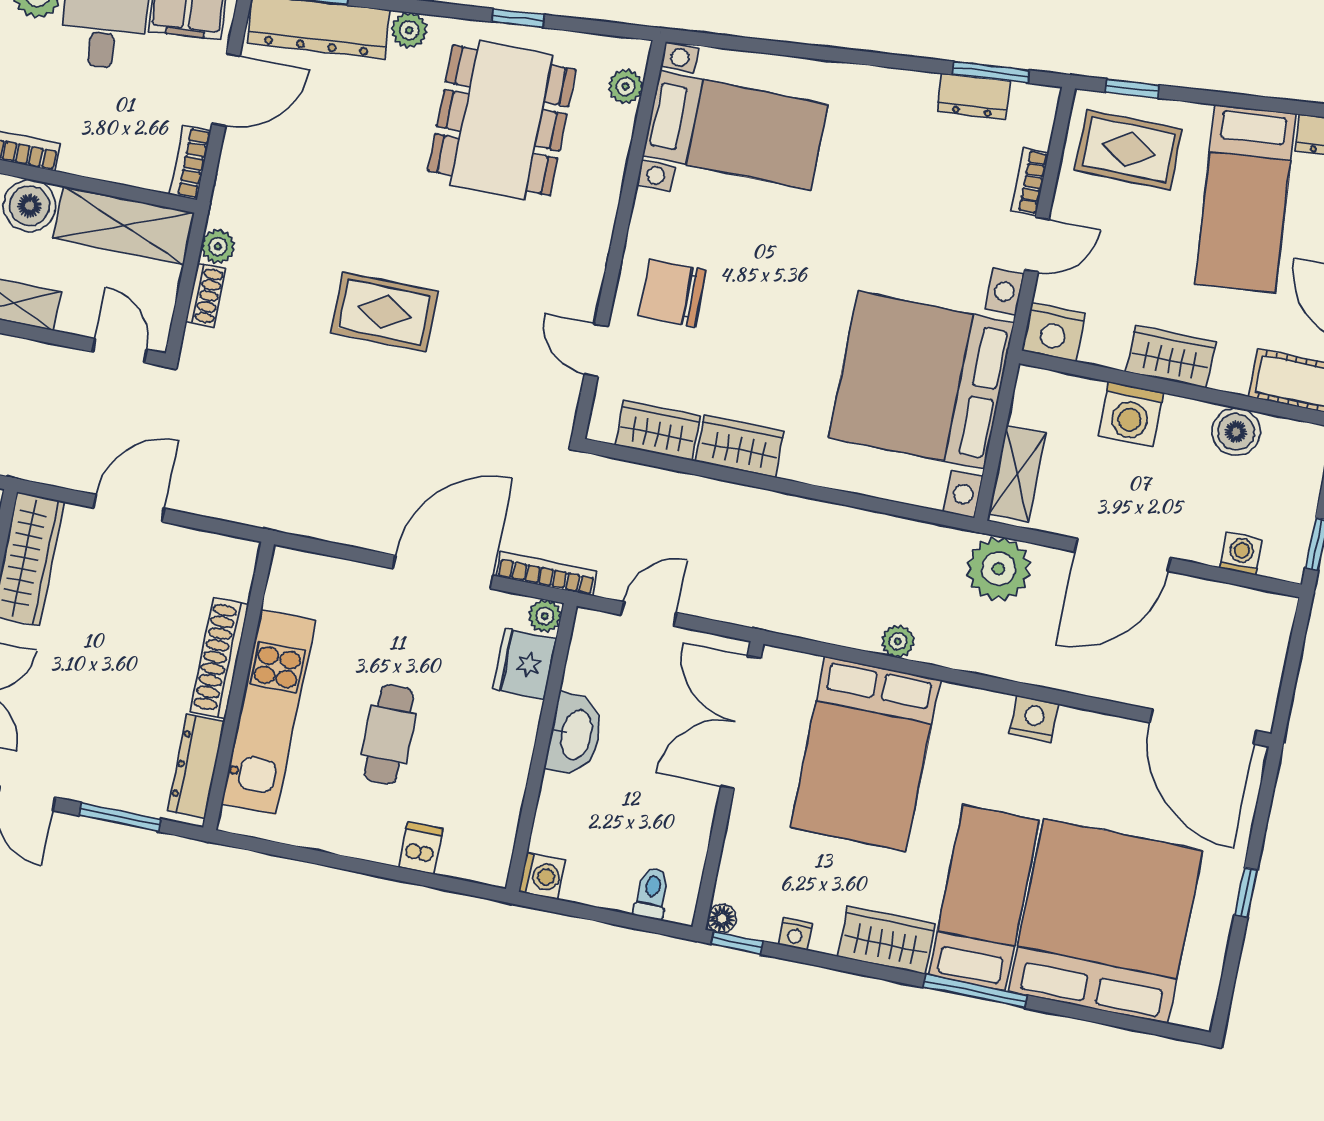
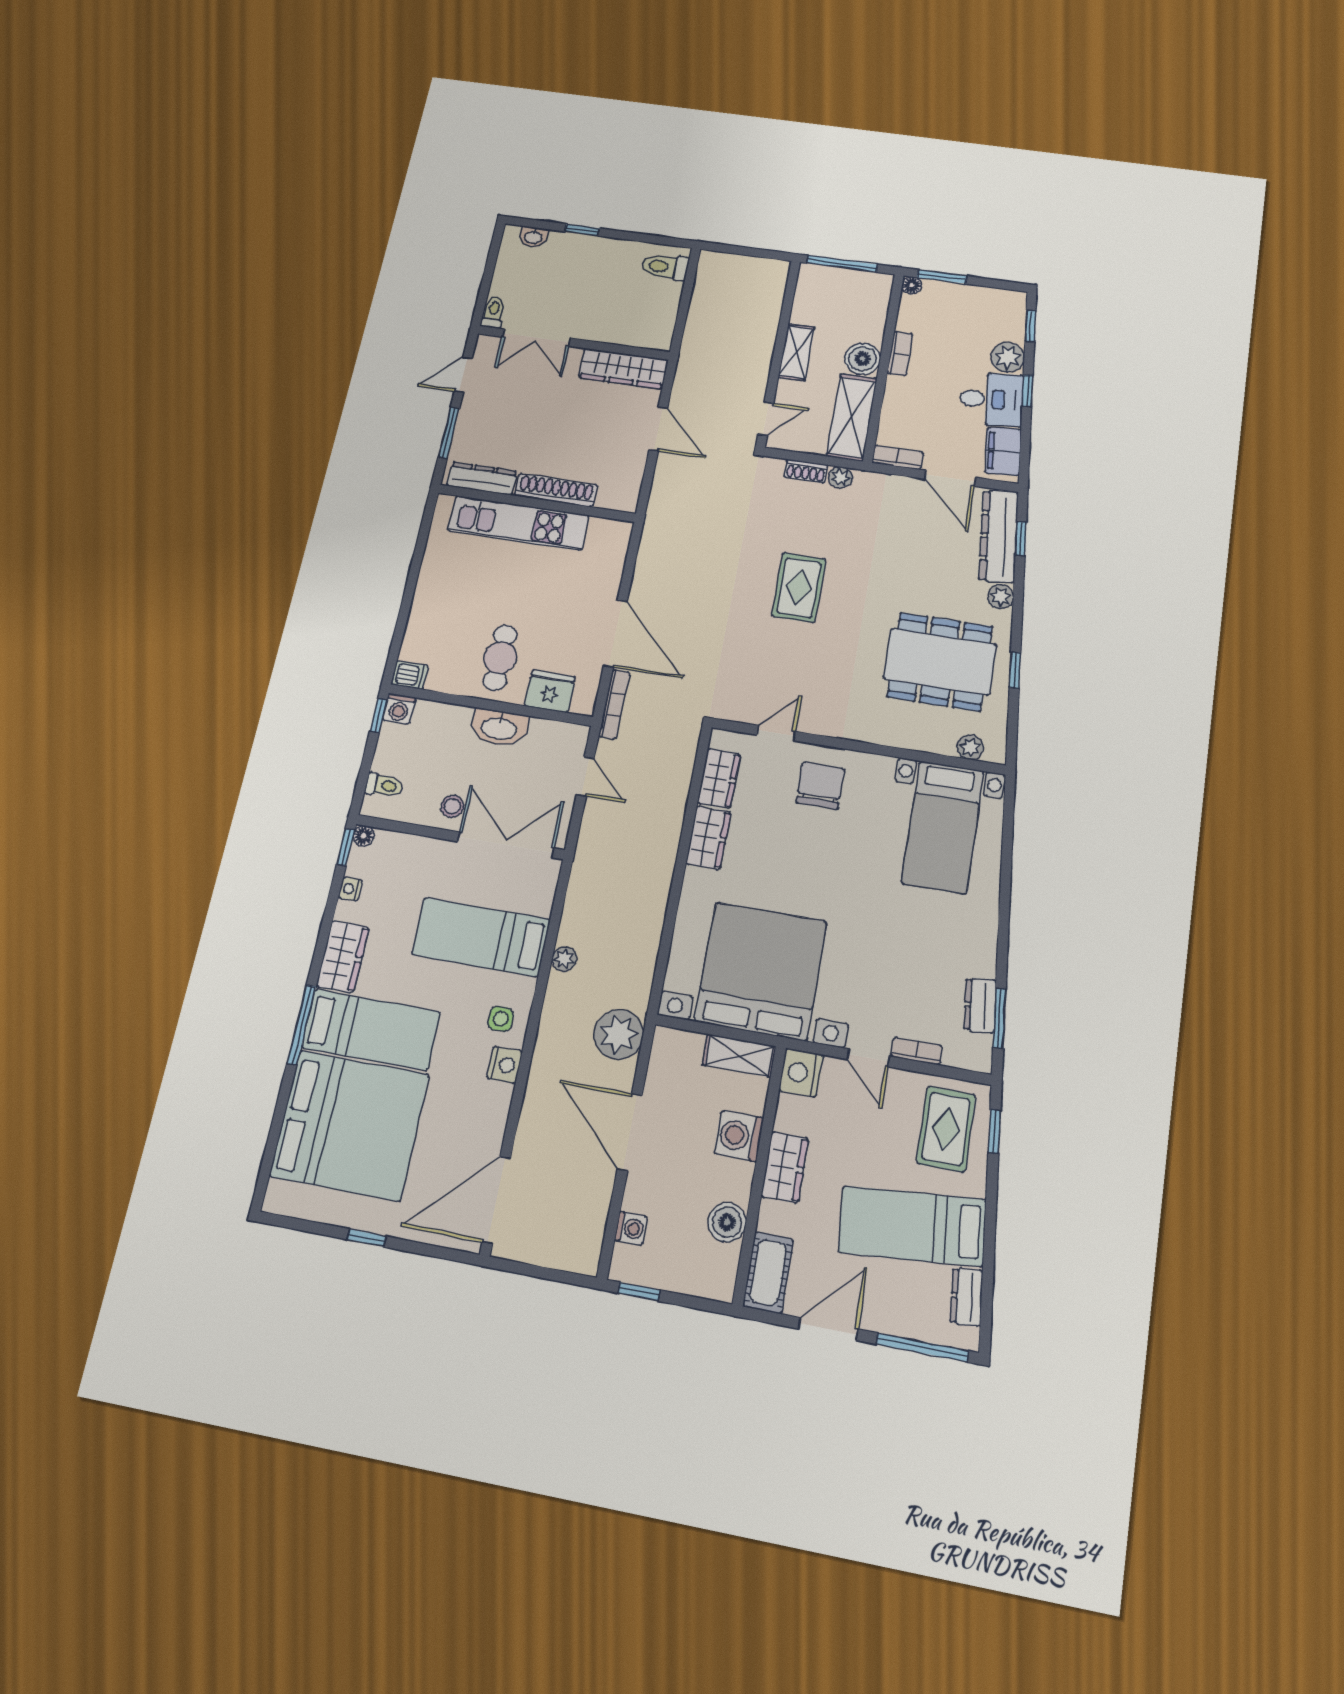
shelving: (1017, 474) -> (739, 1056), moved
plant: (545, 616) -> (584, 704), removed
side table: (974, 725) -> (501, 1019), added
cafe table: (389, 734) -> (500, 658), moved, turned 90
bed: (865, 754) -> (481, 937), width x0.67
stool: (685, 797) -> (452, 806), added
dishwasher: (421, 848) -> (410, 675), moved
window: (551, 905) -> (378, 716), added

